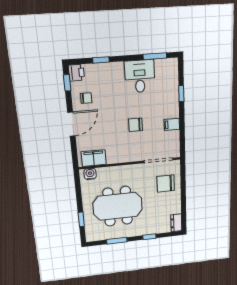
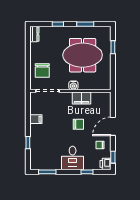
desk: (140, 76) -> (73, 158), moved
chair: (135, 125) -> (78, 124), moved
filing cabinet: (94, 158) -> (82, 98), moved
water cooler: (90, 174) -> (73, 85), moved
chair: (166, 184) -> (42, 71), turned 90

